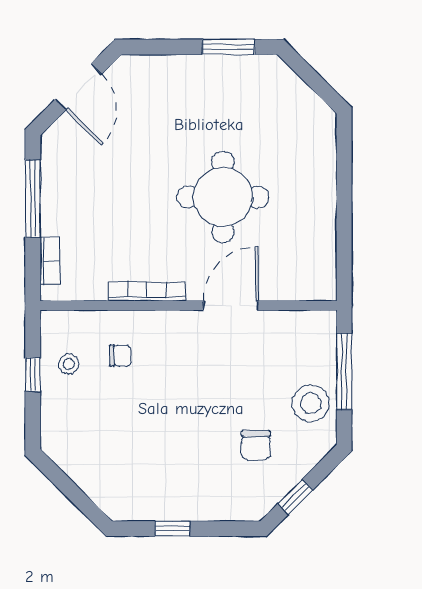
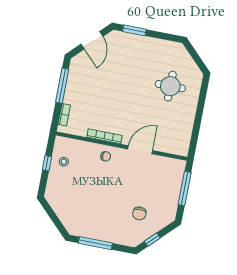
window: (229, 47) -> (134, 30), moved
round table: (223, 197) -> (170, 86), moved, width x0.73, depth x0.73
chair: (120, 356) -> (106, 156), moved
stool: (311, 403) -> (167, 200), removed
window: (172, 529) -> (95, 243), width x2.17

